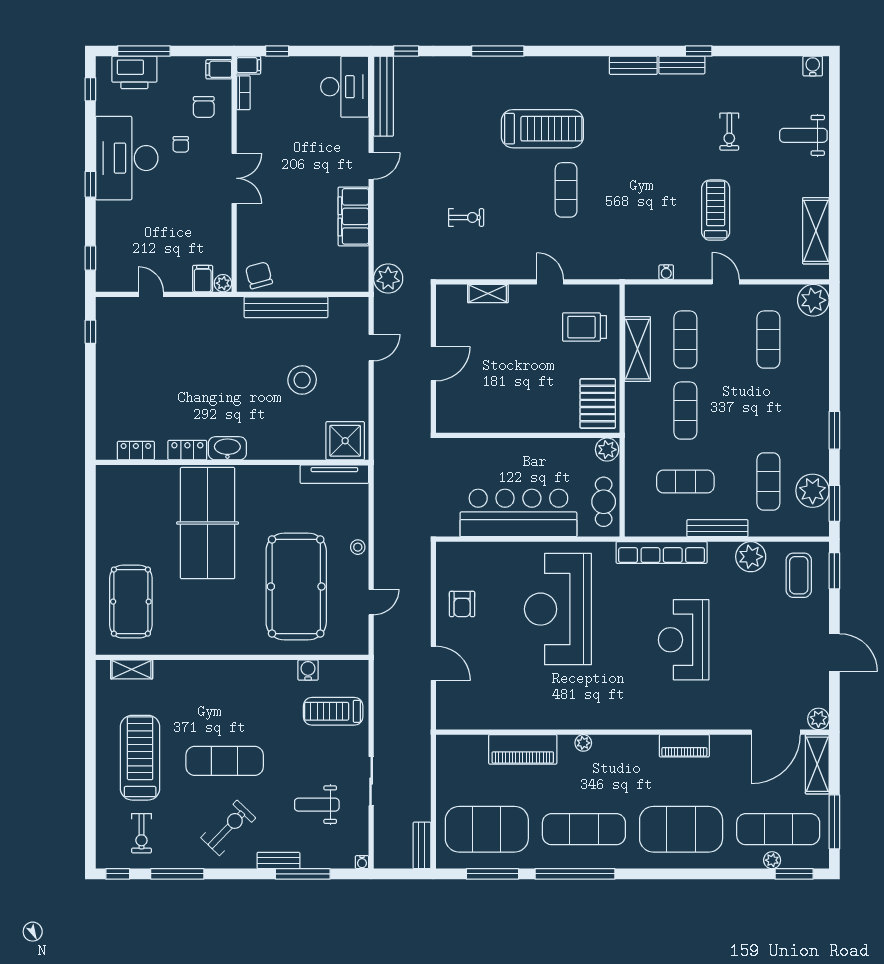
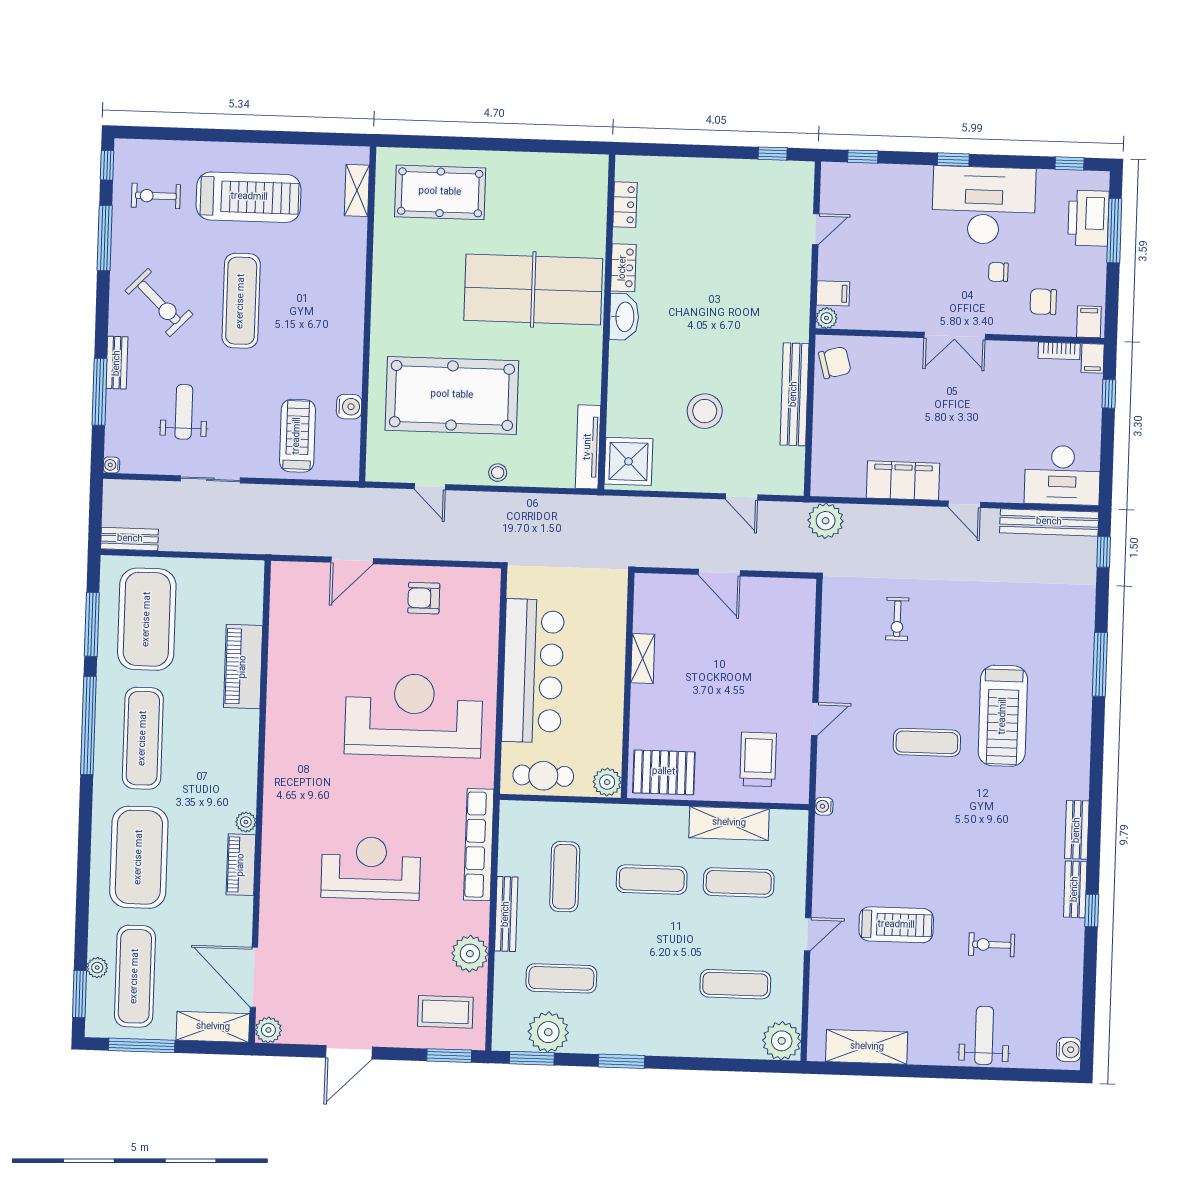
water cooler: (666, 272) -> (824, 806), moved
shelving: (488, 294) -> (643, 659), moved
plant: (583, 743) -> (246, 822), moved

